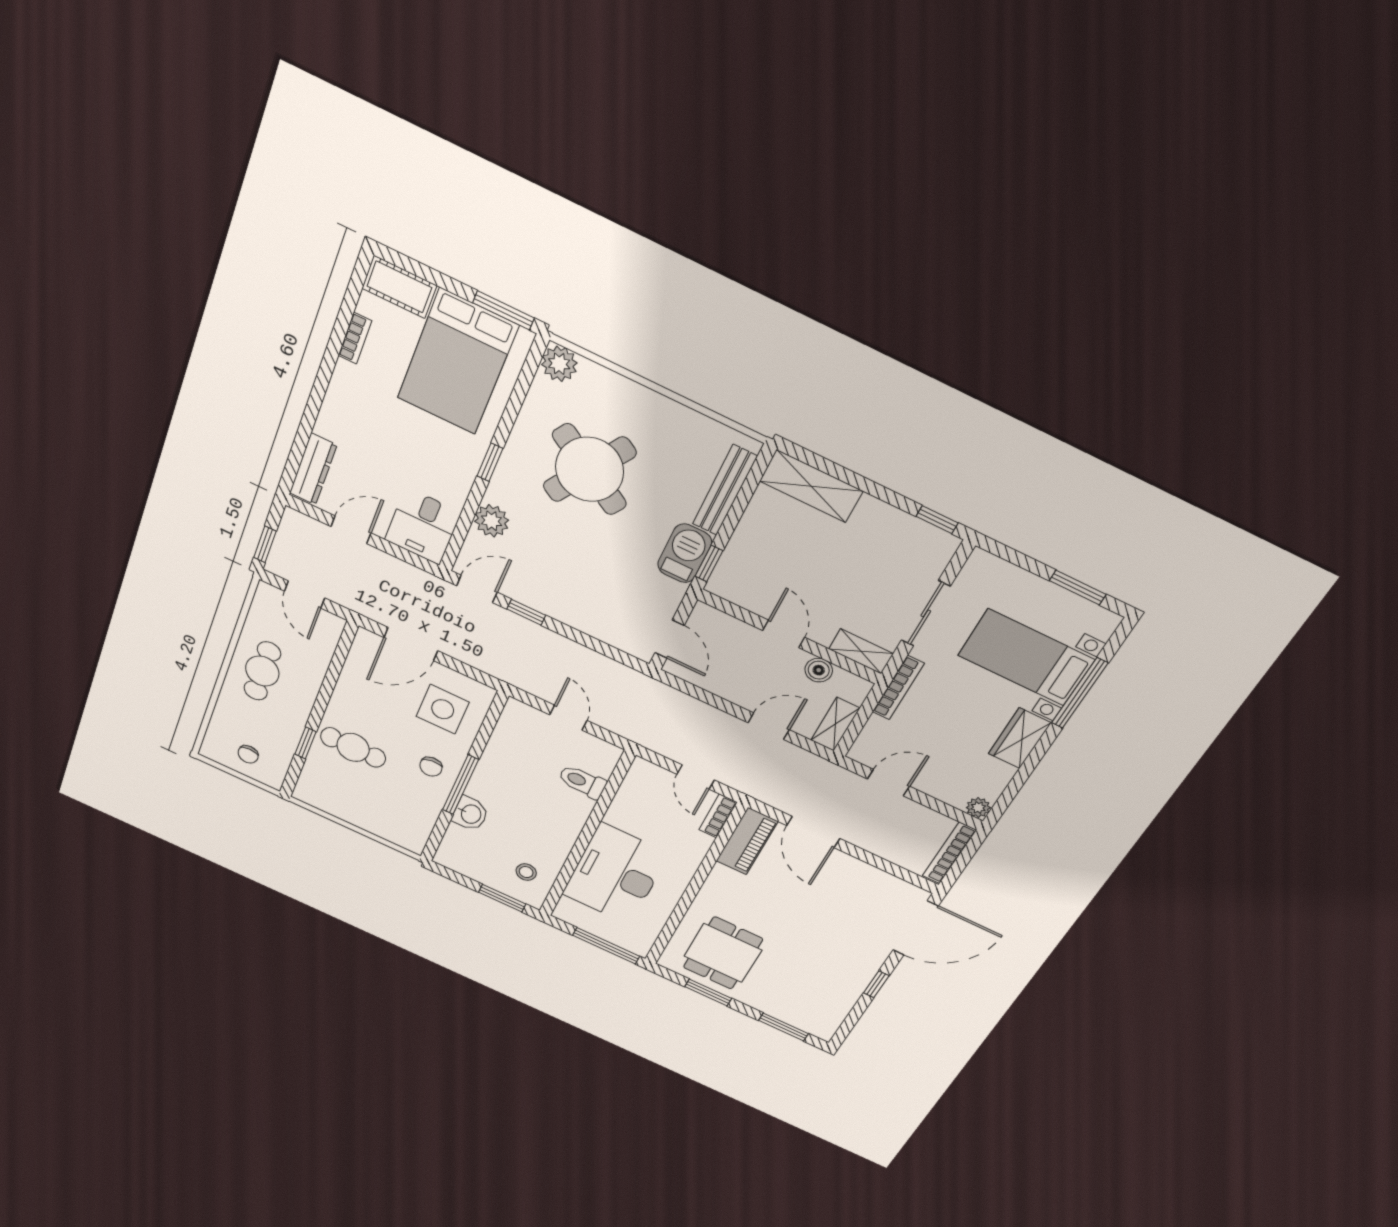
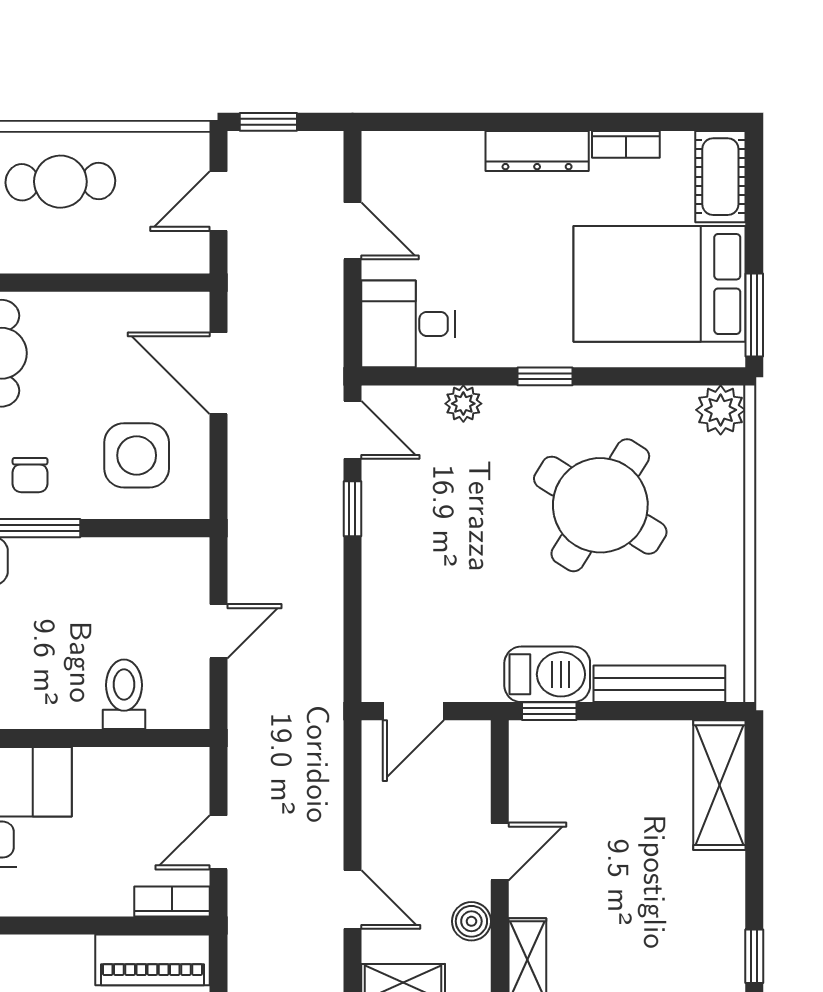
dresser: (313, 469) -> (537, 151), moved
plant: (492, 521) -> (463, 404), width x0.73, depth x0.73
chair: (431, 767) -> (30, 475), turned -84

